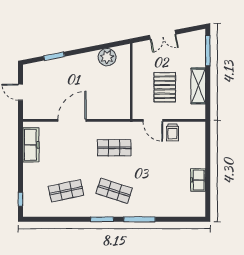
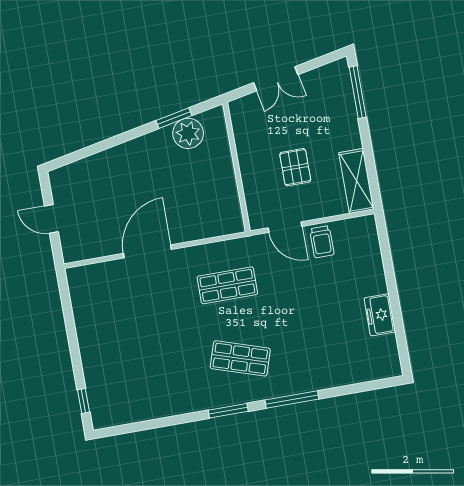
window: (54, 56) -> (174, 118), moved
shelving: (198, 86) -> (356, 181), moved
pallet: (165, 87) -> (295, 167), width x0.67, depth x0.71
freezer: (31, 145) -> (85, 305), removed
shop shelf: (66, 191) -> (158, 373), removed

